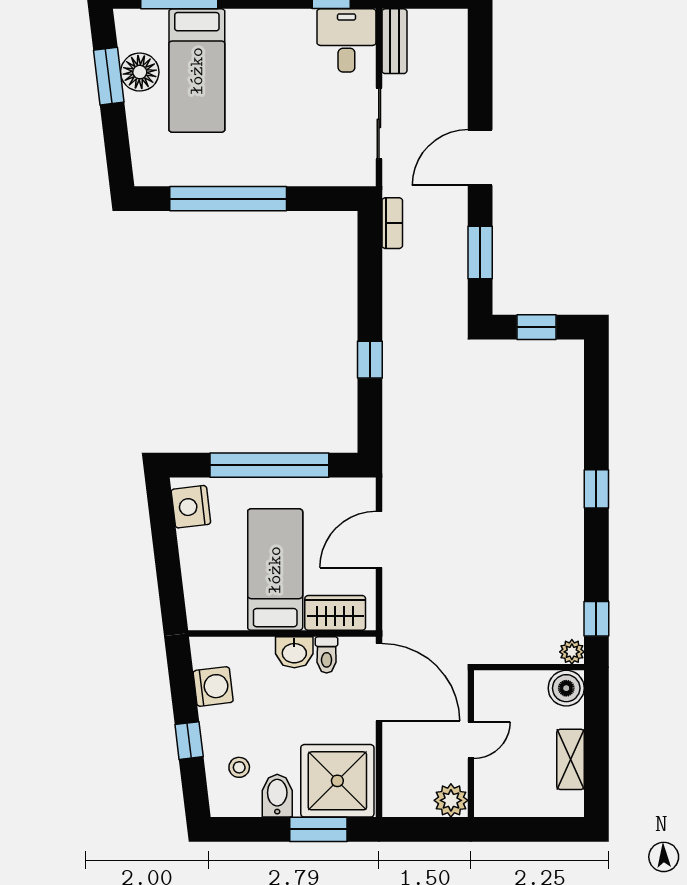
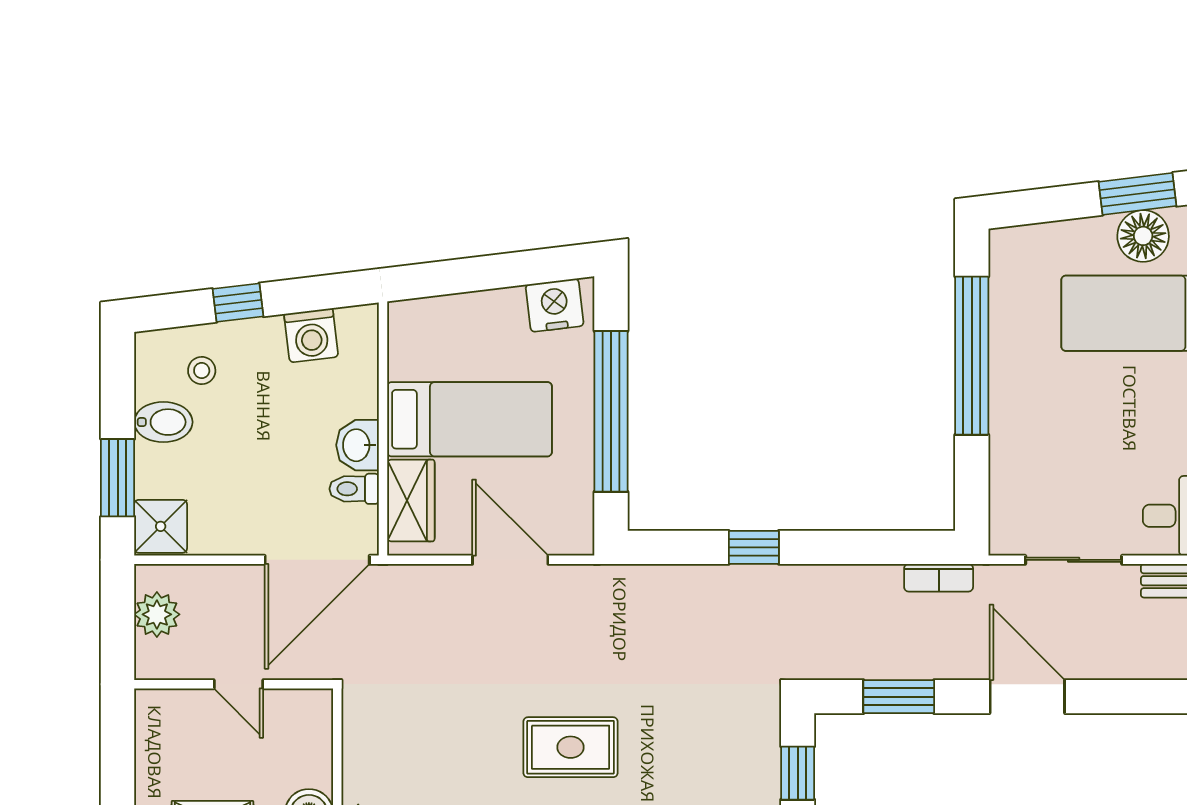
rug: (517, 495) -> (571, 747), added
shower: (337, 781) -> (161, 526), width x0.54, depth x0.54
plant: (451, 800) -> (157, 614), moved

